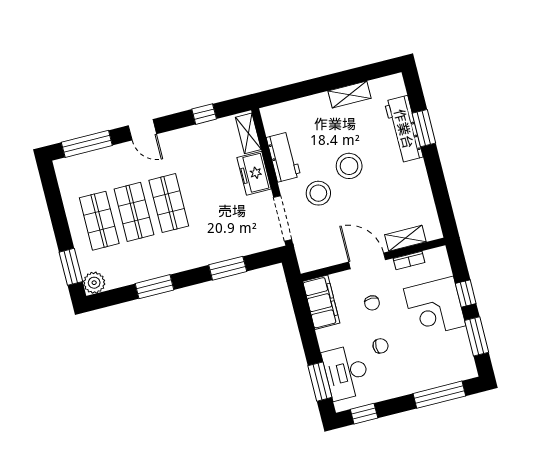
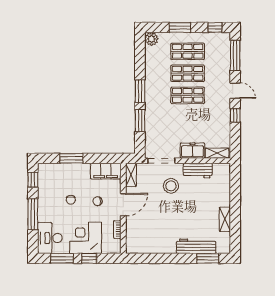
window: (204, 114) -> (235, 115), moved
window: (424, 128) -> (208, 258), moved
door: (142, 130) -> (235, 91), swing flipped
stool: (349, 166) -> (183, 208), removed
window: (51, 187) -> (215, 27), added
shelving: (405, 238) -> (131, 175), moved
window: (71, 267) -> (180, 27), moved
window: (155, 287) -> (140, 91), moved
desk: (346, 372) -> (50, 238), moved, turned -90
window: (320, 382) -> (71, 158), moved
window: (439, 395) -> (33, 214), moved

